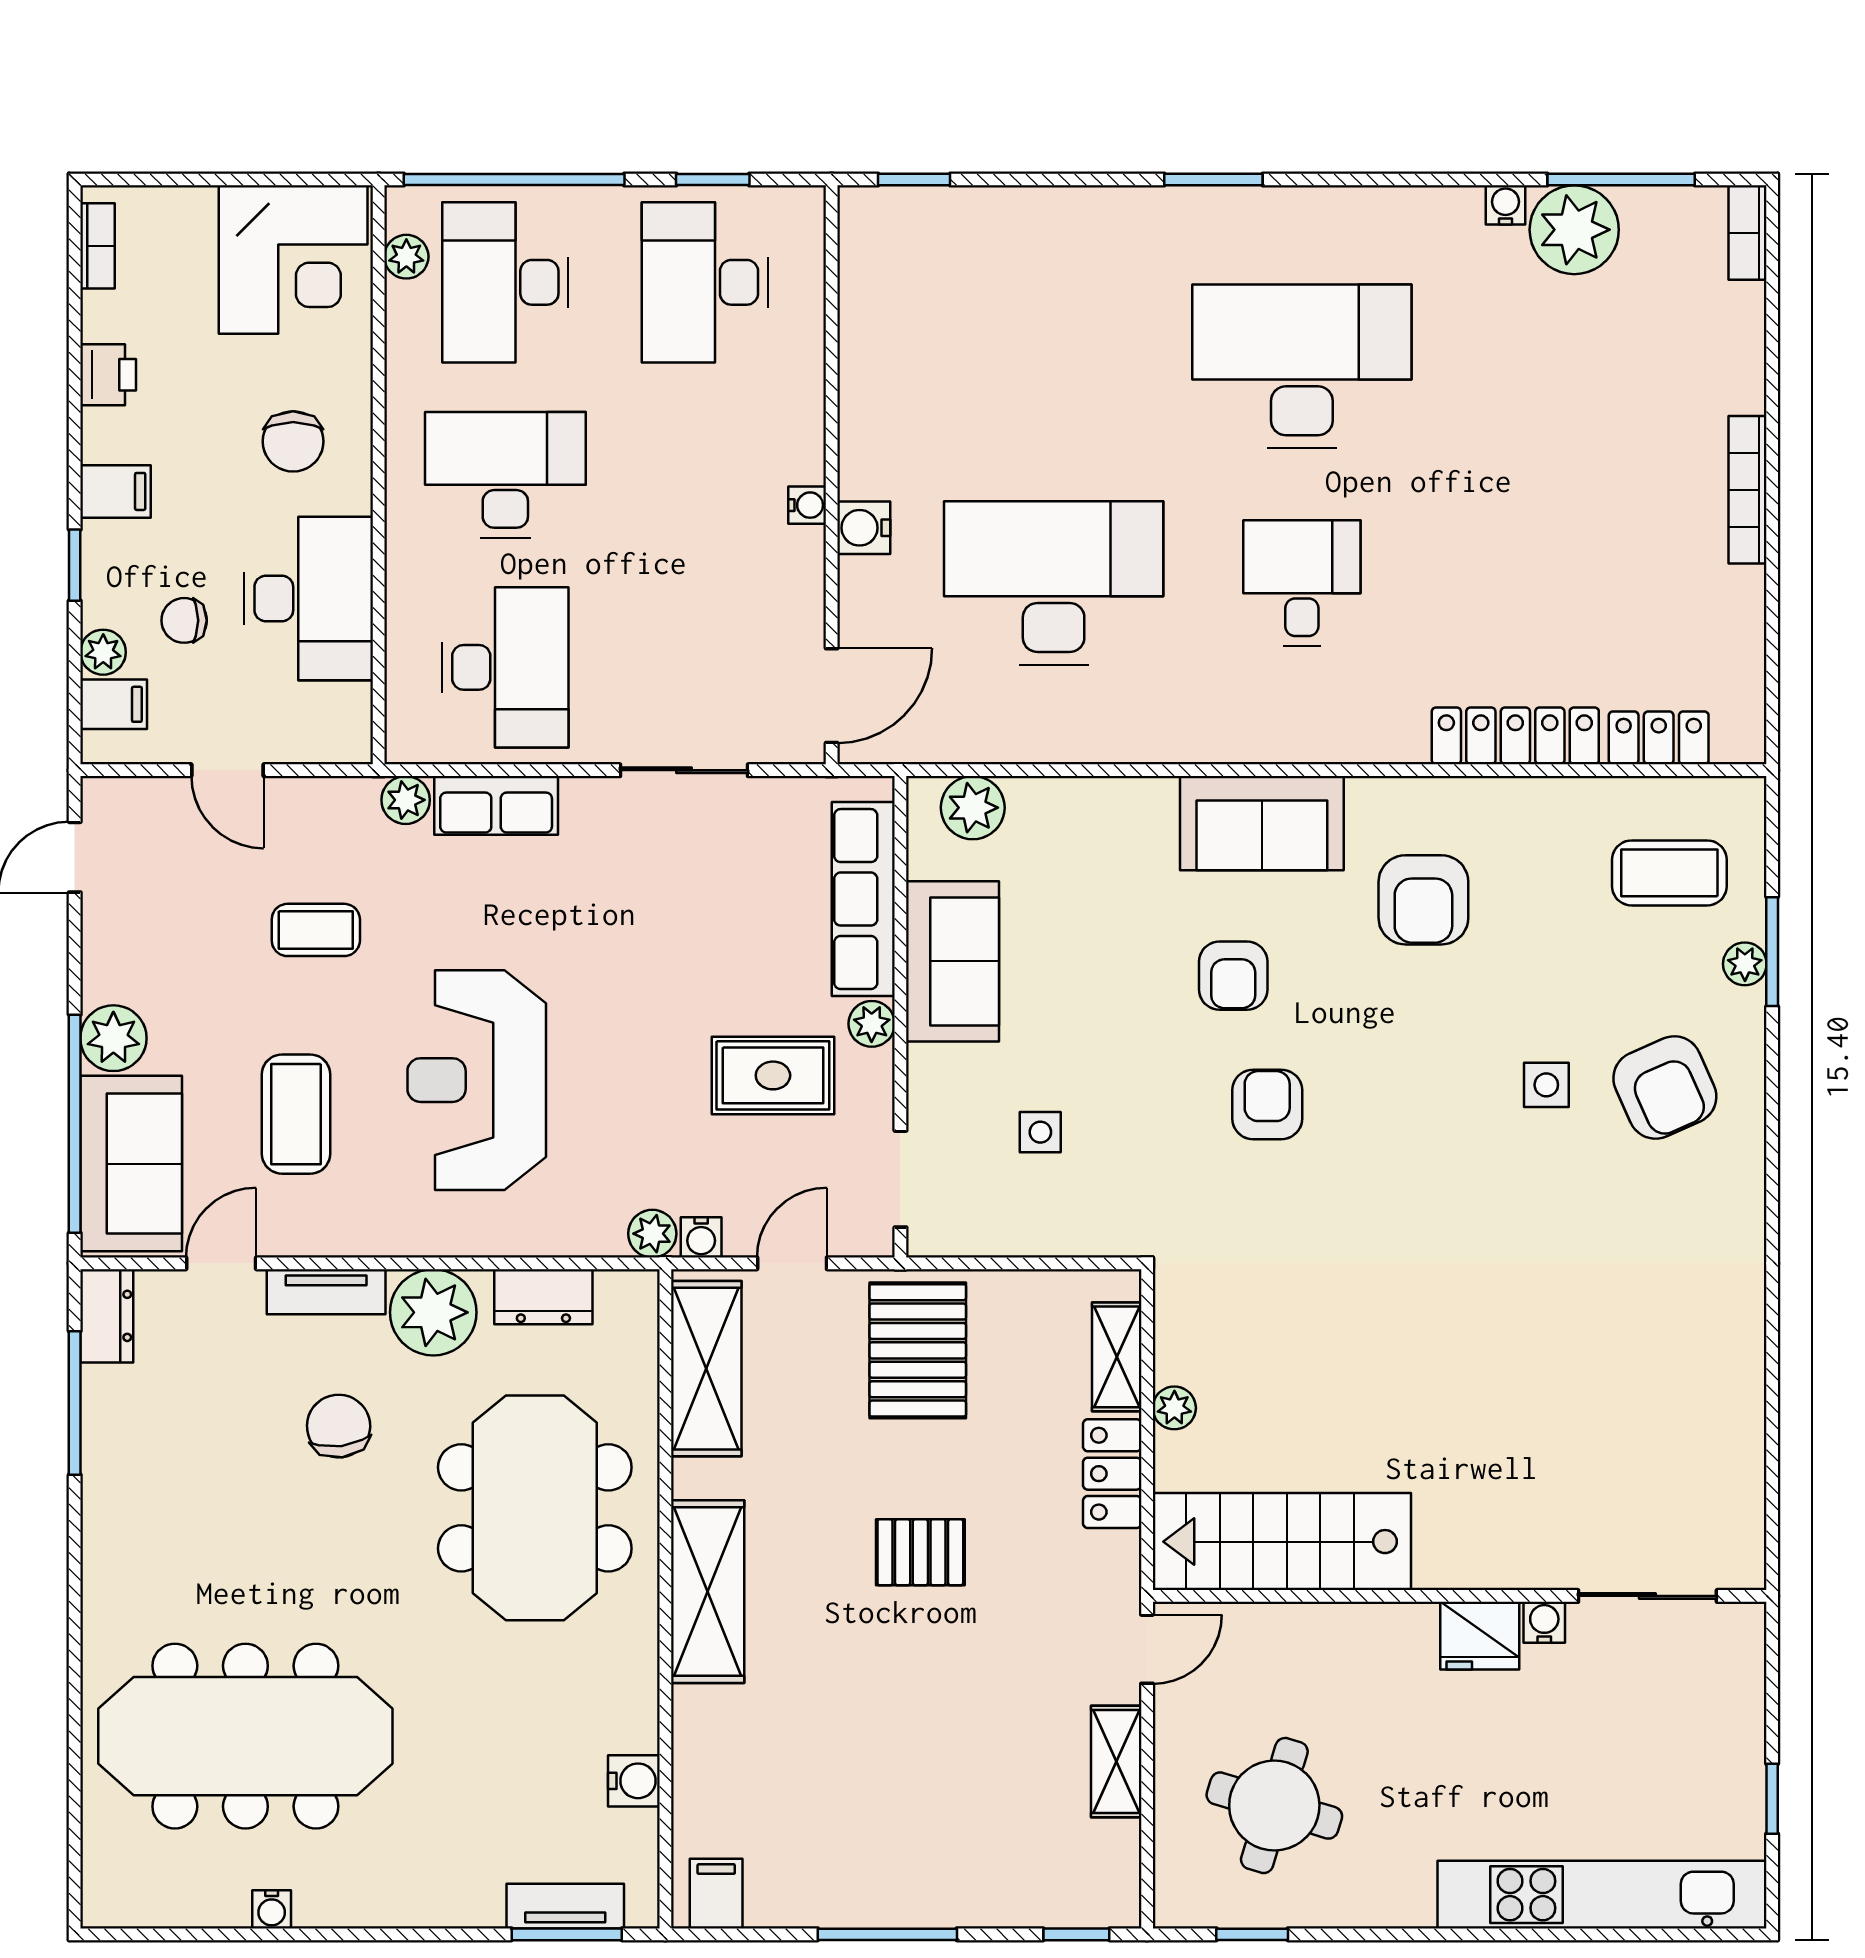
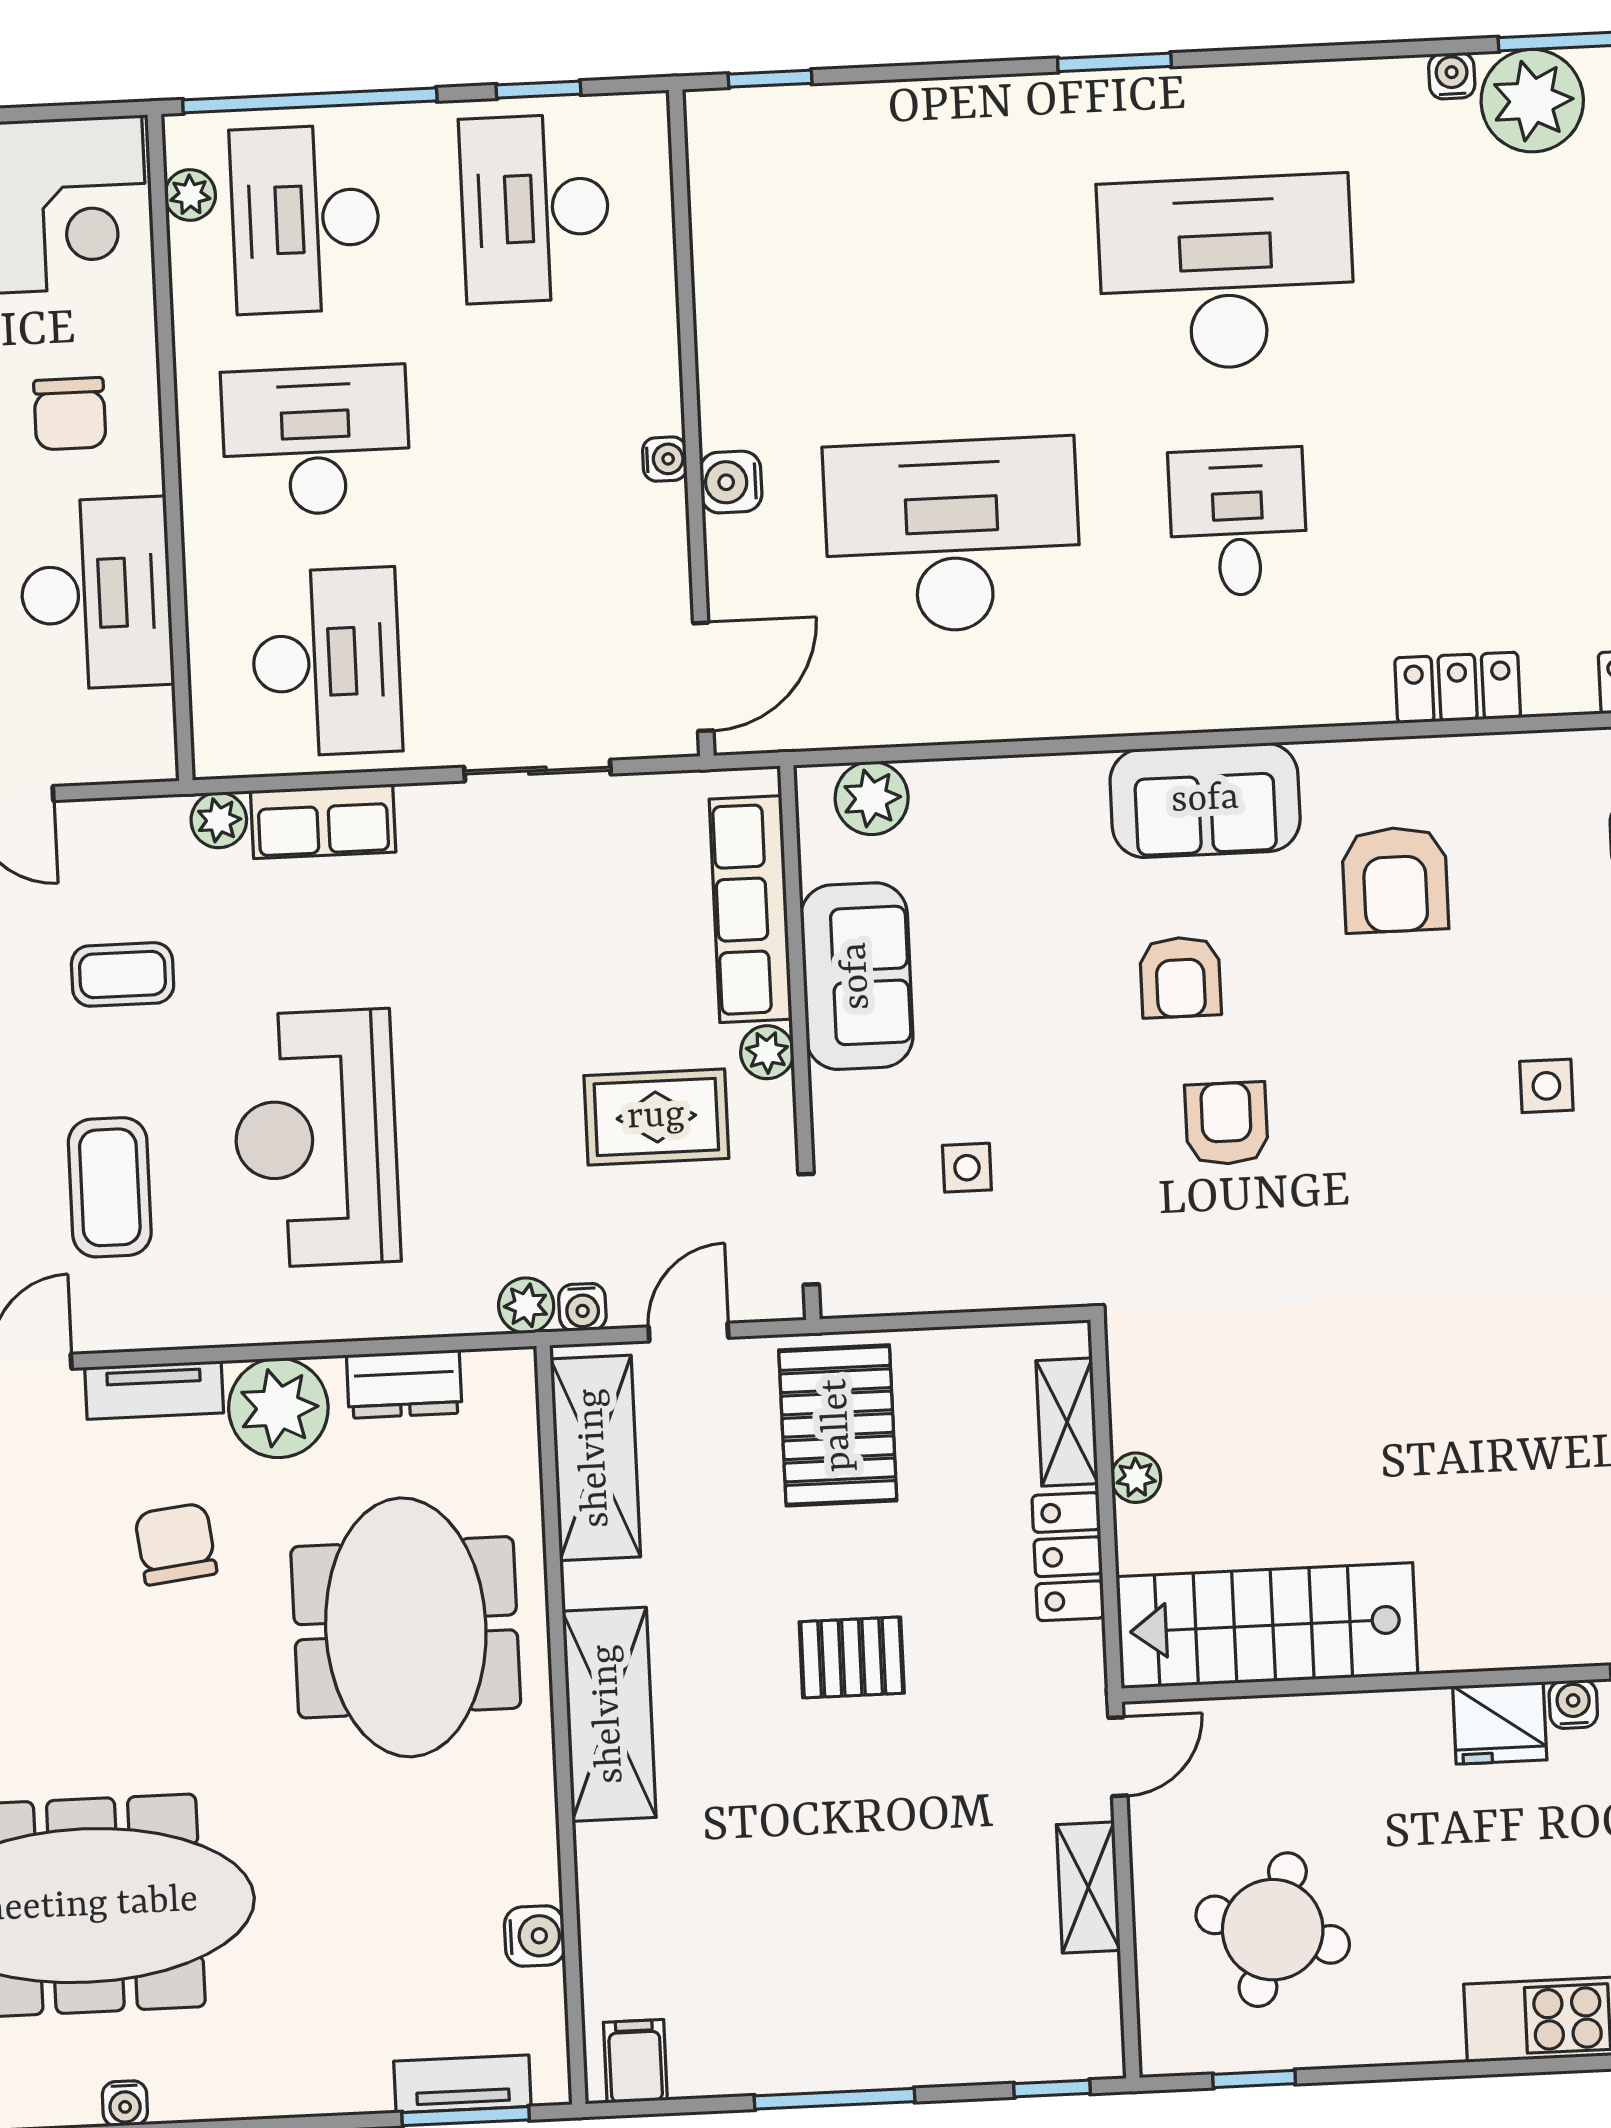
locker: (1515, 736) -> (1458, 688), width x0.66

